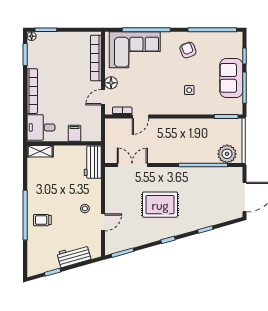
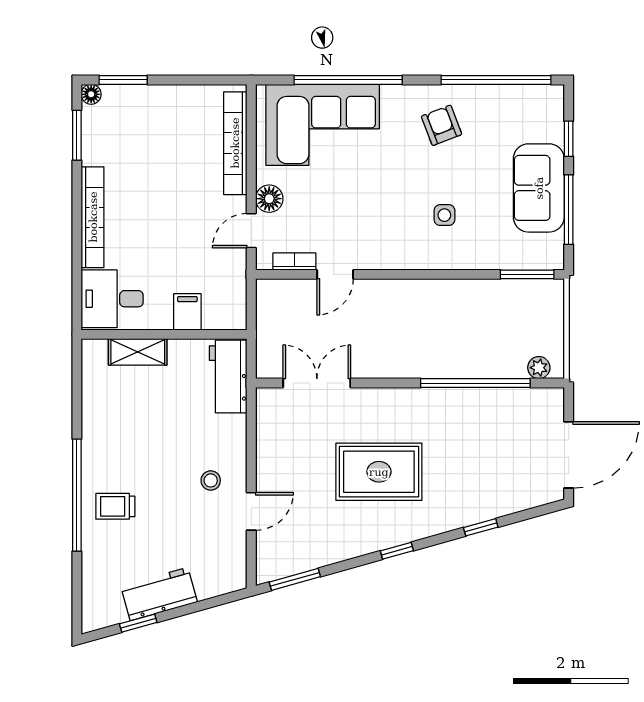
shelving: (40, 151) -> (138, 352), moved
plant: (227, 154) -> (539, 368), width x0.53, depth x0.53
workbench: (74, 256) -> (159, 594), moved

